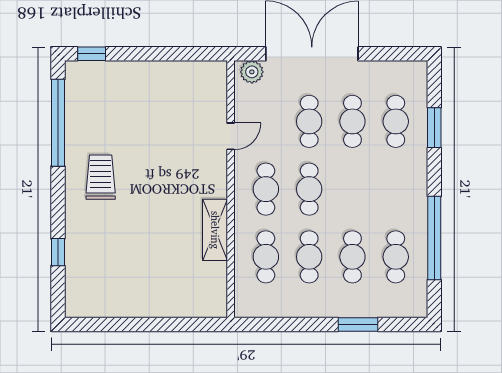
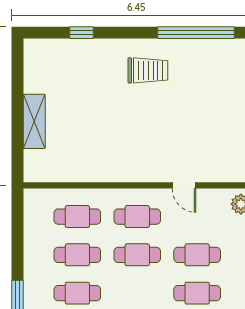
shelving: (215, 230) -> (34, 121), moved, turned 90

